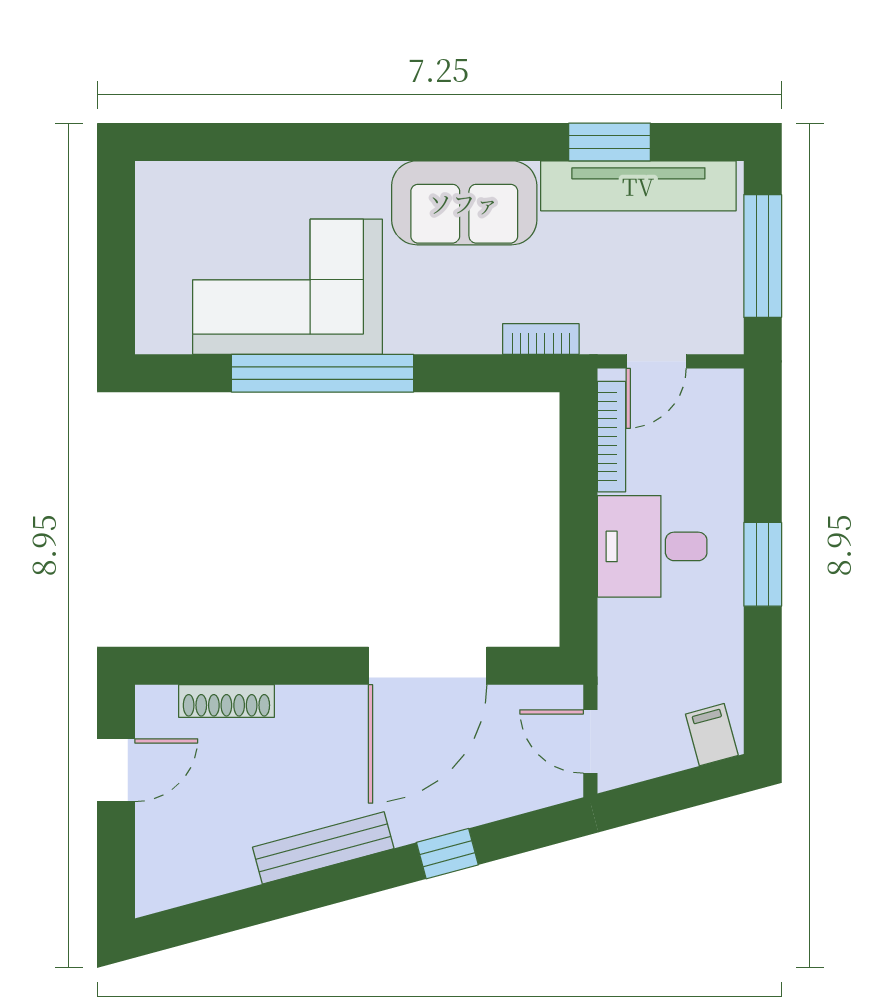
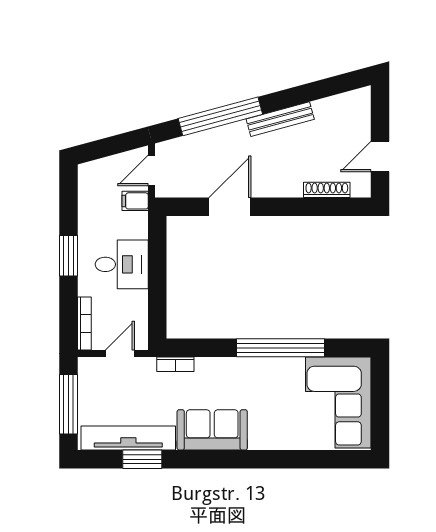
corner sofa: (287, 287) -> (338, 403), moved, turned 90
bookcase: (612, 437) -> (84, 323), moved, turned 180
door: (428, 666) -> (230, 207), width x0.73
filing cabinet: (712, 735) -> (135, 201), moved, turned 105
door: (590, 741) -> (151, 170), swing flipped
window: (447, 854) -> (220, 116), width x3.17

